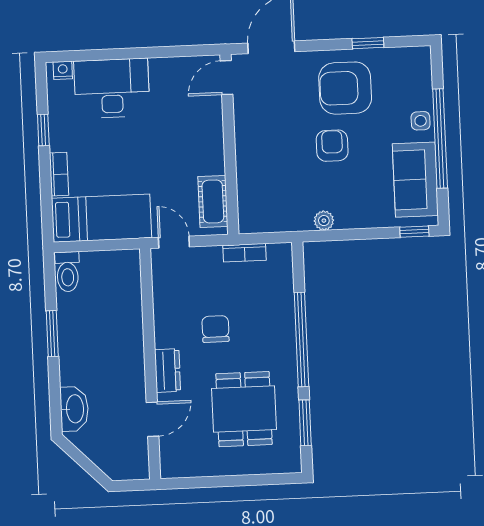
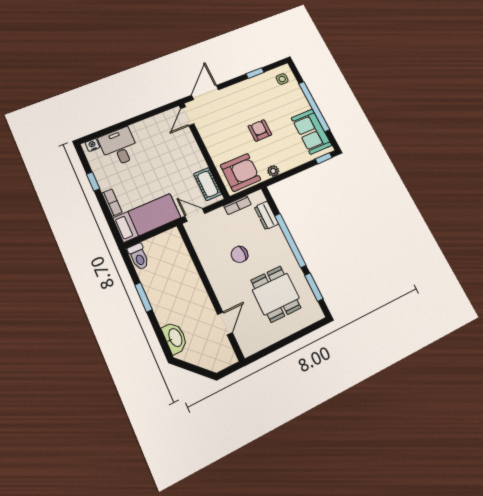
desk: (112, 88) -> (119, 147), width x0.73
armchair: (345, 88) -> (241, 172), moved, turned 180
side table: (421, 121) -> (282, 79), moved
chair: (216, 329) -> (239, 254), turned -93
dresser: (168, 371) -> (266, 215), moved, turned 180

